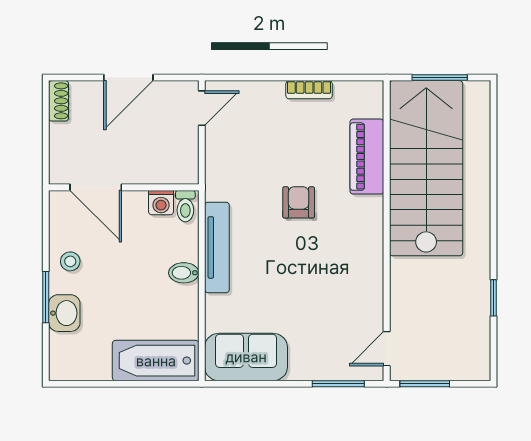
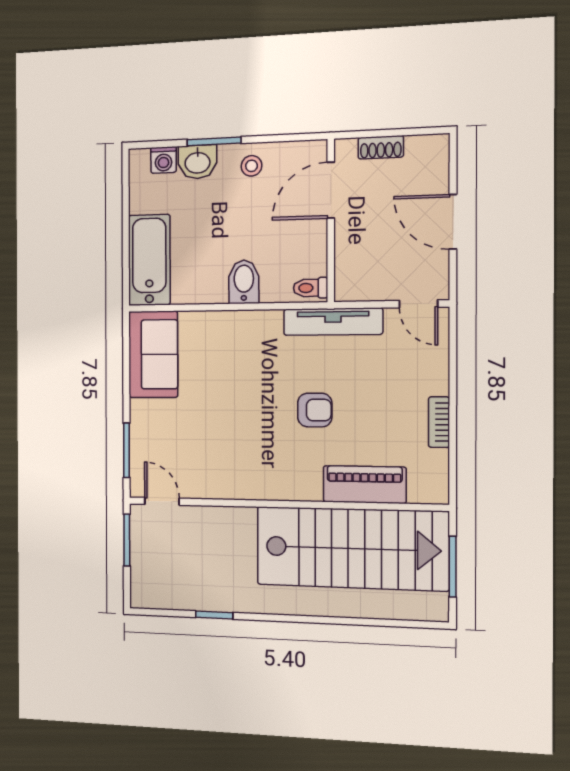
shoe rack: (59, 101) -> (381, 147), moved
washing machine: (161, 203) -> (164, 160), moved, turned -90
tv unit: (217, 247) -> (333, 322), moved
bidet: (184, 273) -> (244, 282), width x1.38, depth x1.36

